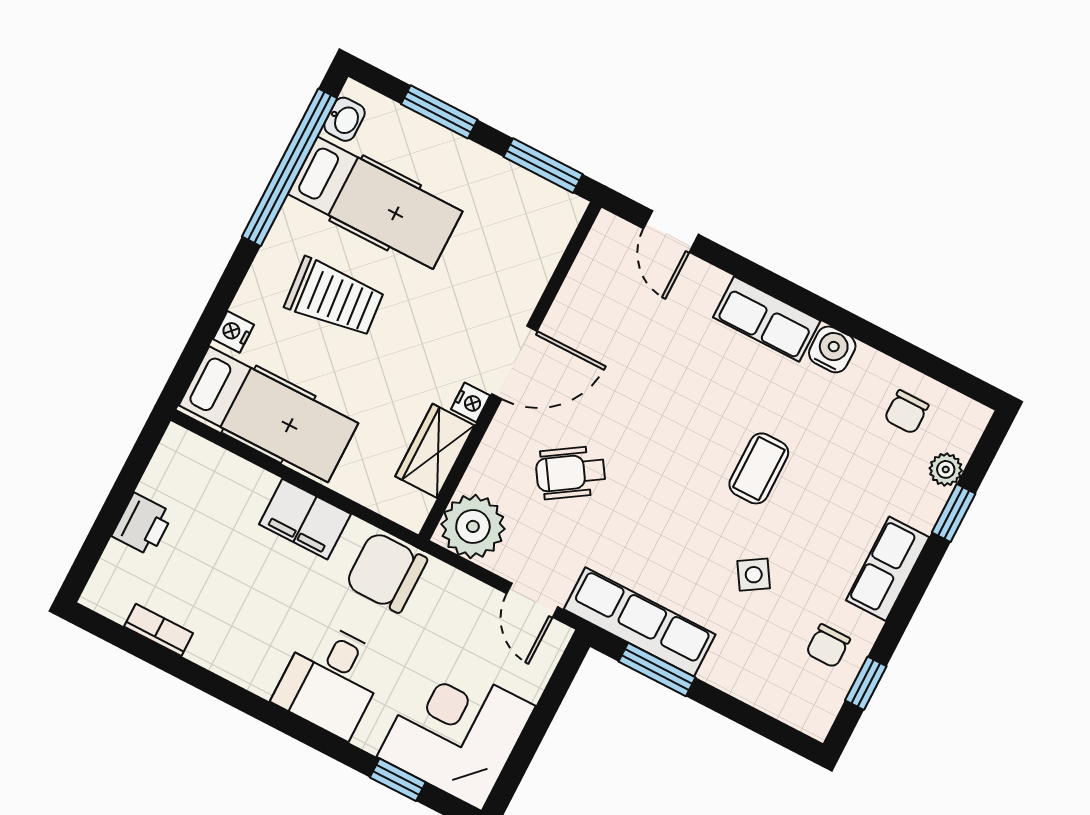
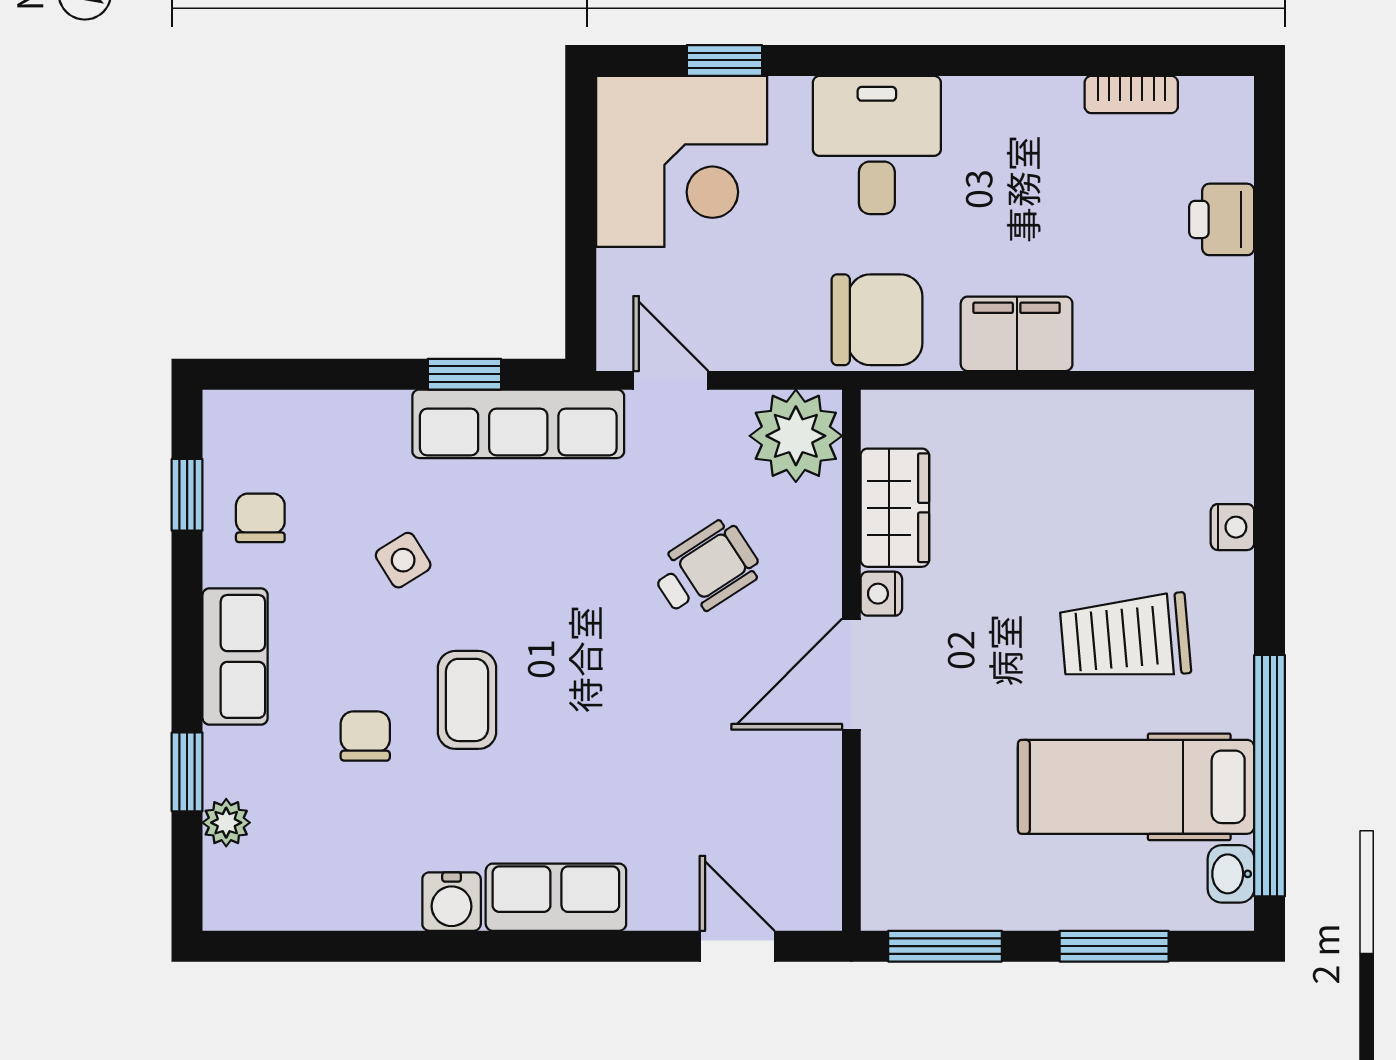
chair: (906, 412) -> (365, 736), moved
hospital bed: (269, 414) -> (1133, 444), removed
window: (657, 669) -> (464, 374), width x0.67

